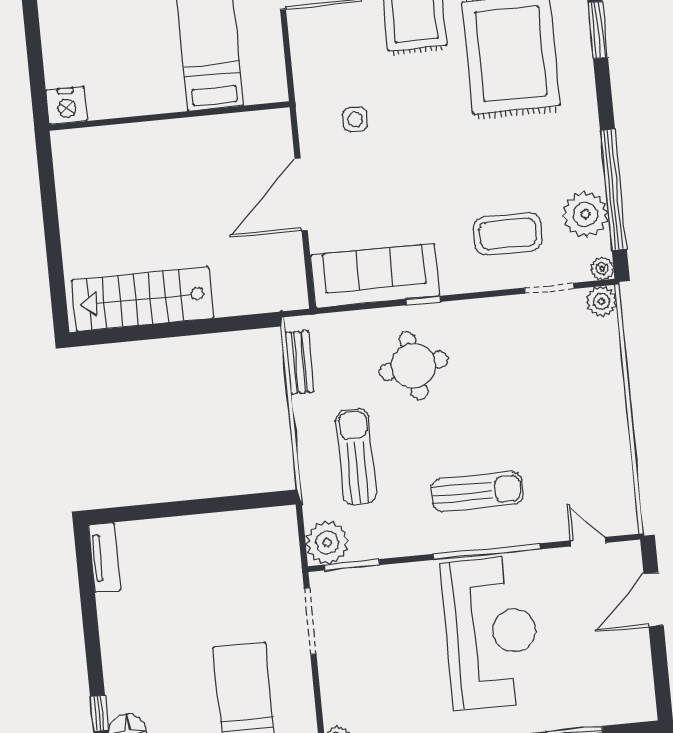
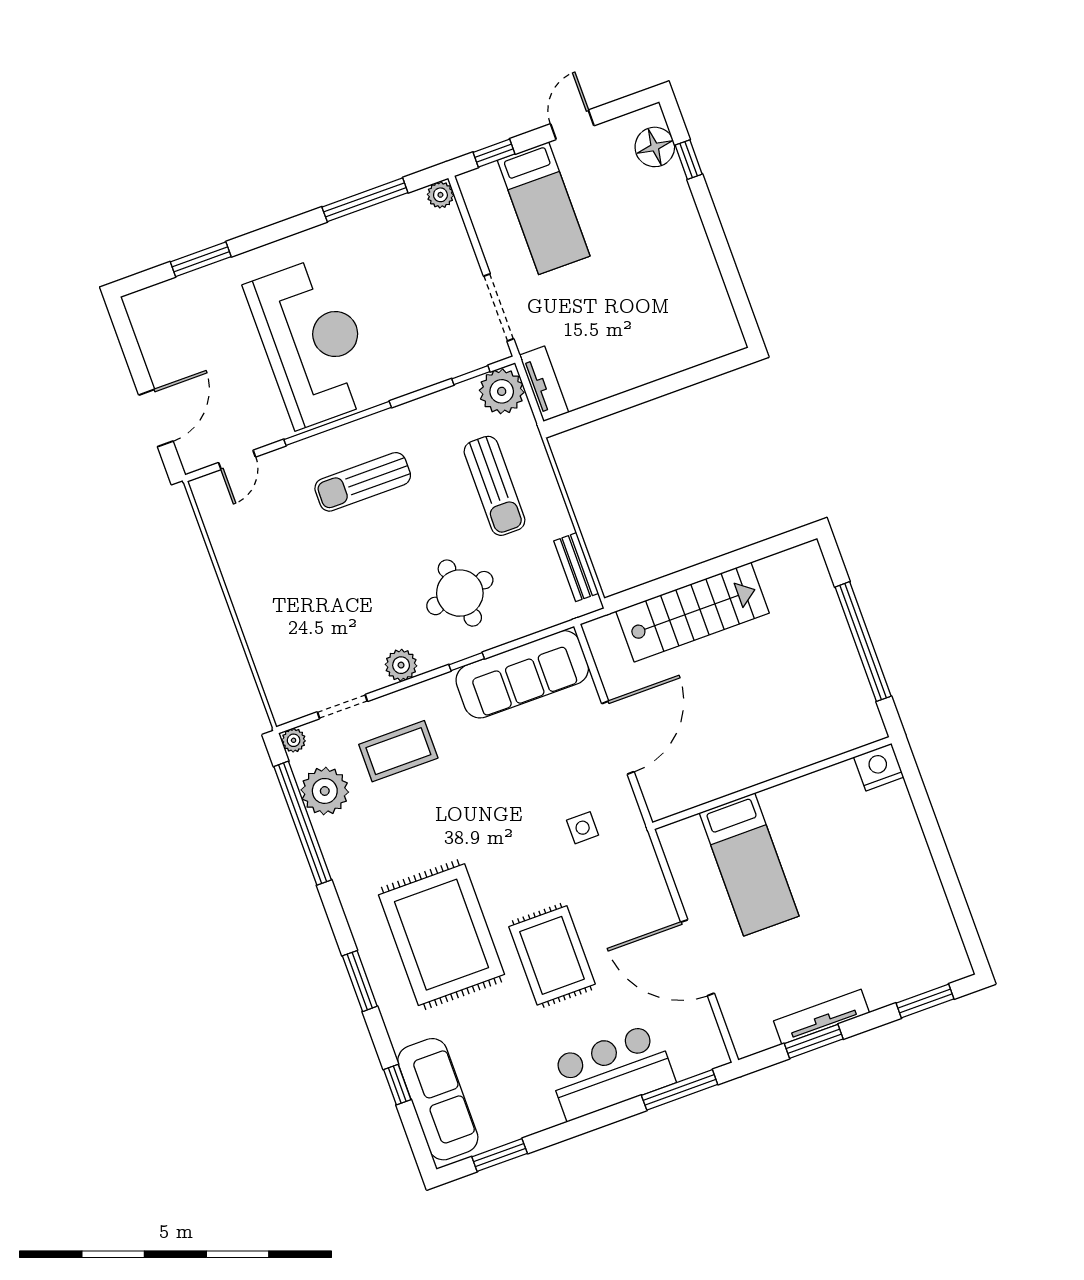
window: (51, 226) -> (863, 642), added
stairs: (143, 299) -> (693, 612), moved
plant: (602, 301) -> (401, 665), moved
door: (588, 542) -> (237, 460), hinge flipped
tv unit: (104, 557) -> (544, 384), moved, turned 180
window: (352, 565) -> (471, 375), width x0.67
reception desk: (491, 633) -> (312, 342), turned 180

